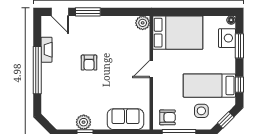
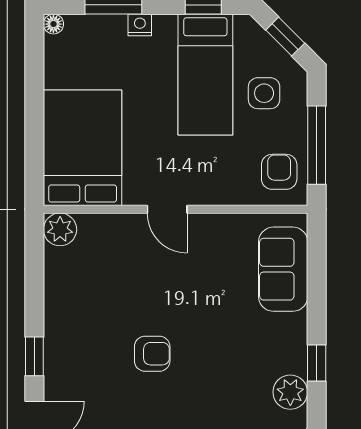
window: (88, 12) -> (34, 356), width x0.67
nightstand: (227, 38) -> (140, 25), moved, width x0.53, depth x0.56
plant: (84, 122) -> (290, 392), moved

